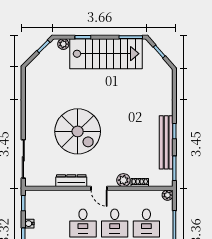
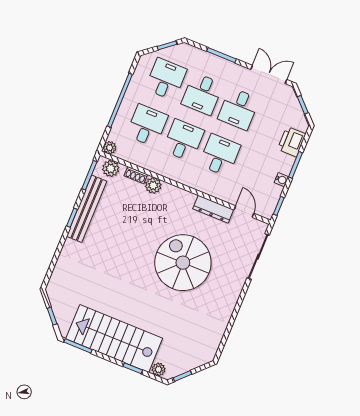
plant: (160, 180) -> (111, 169), added
door: (99, 188) -> (244, 212), moved

